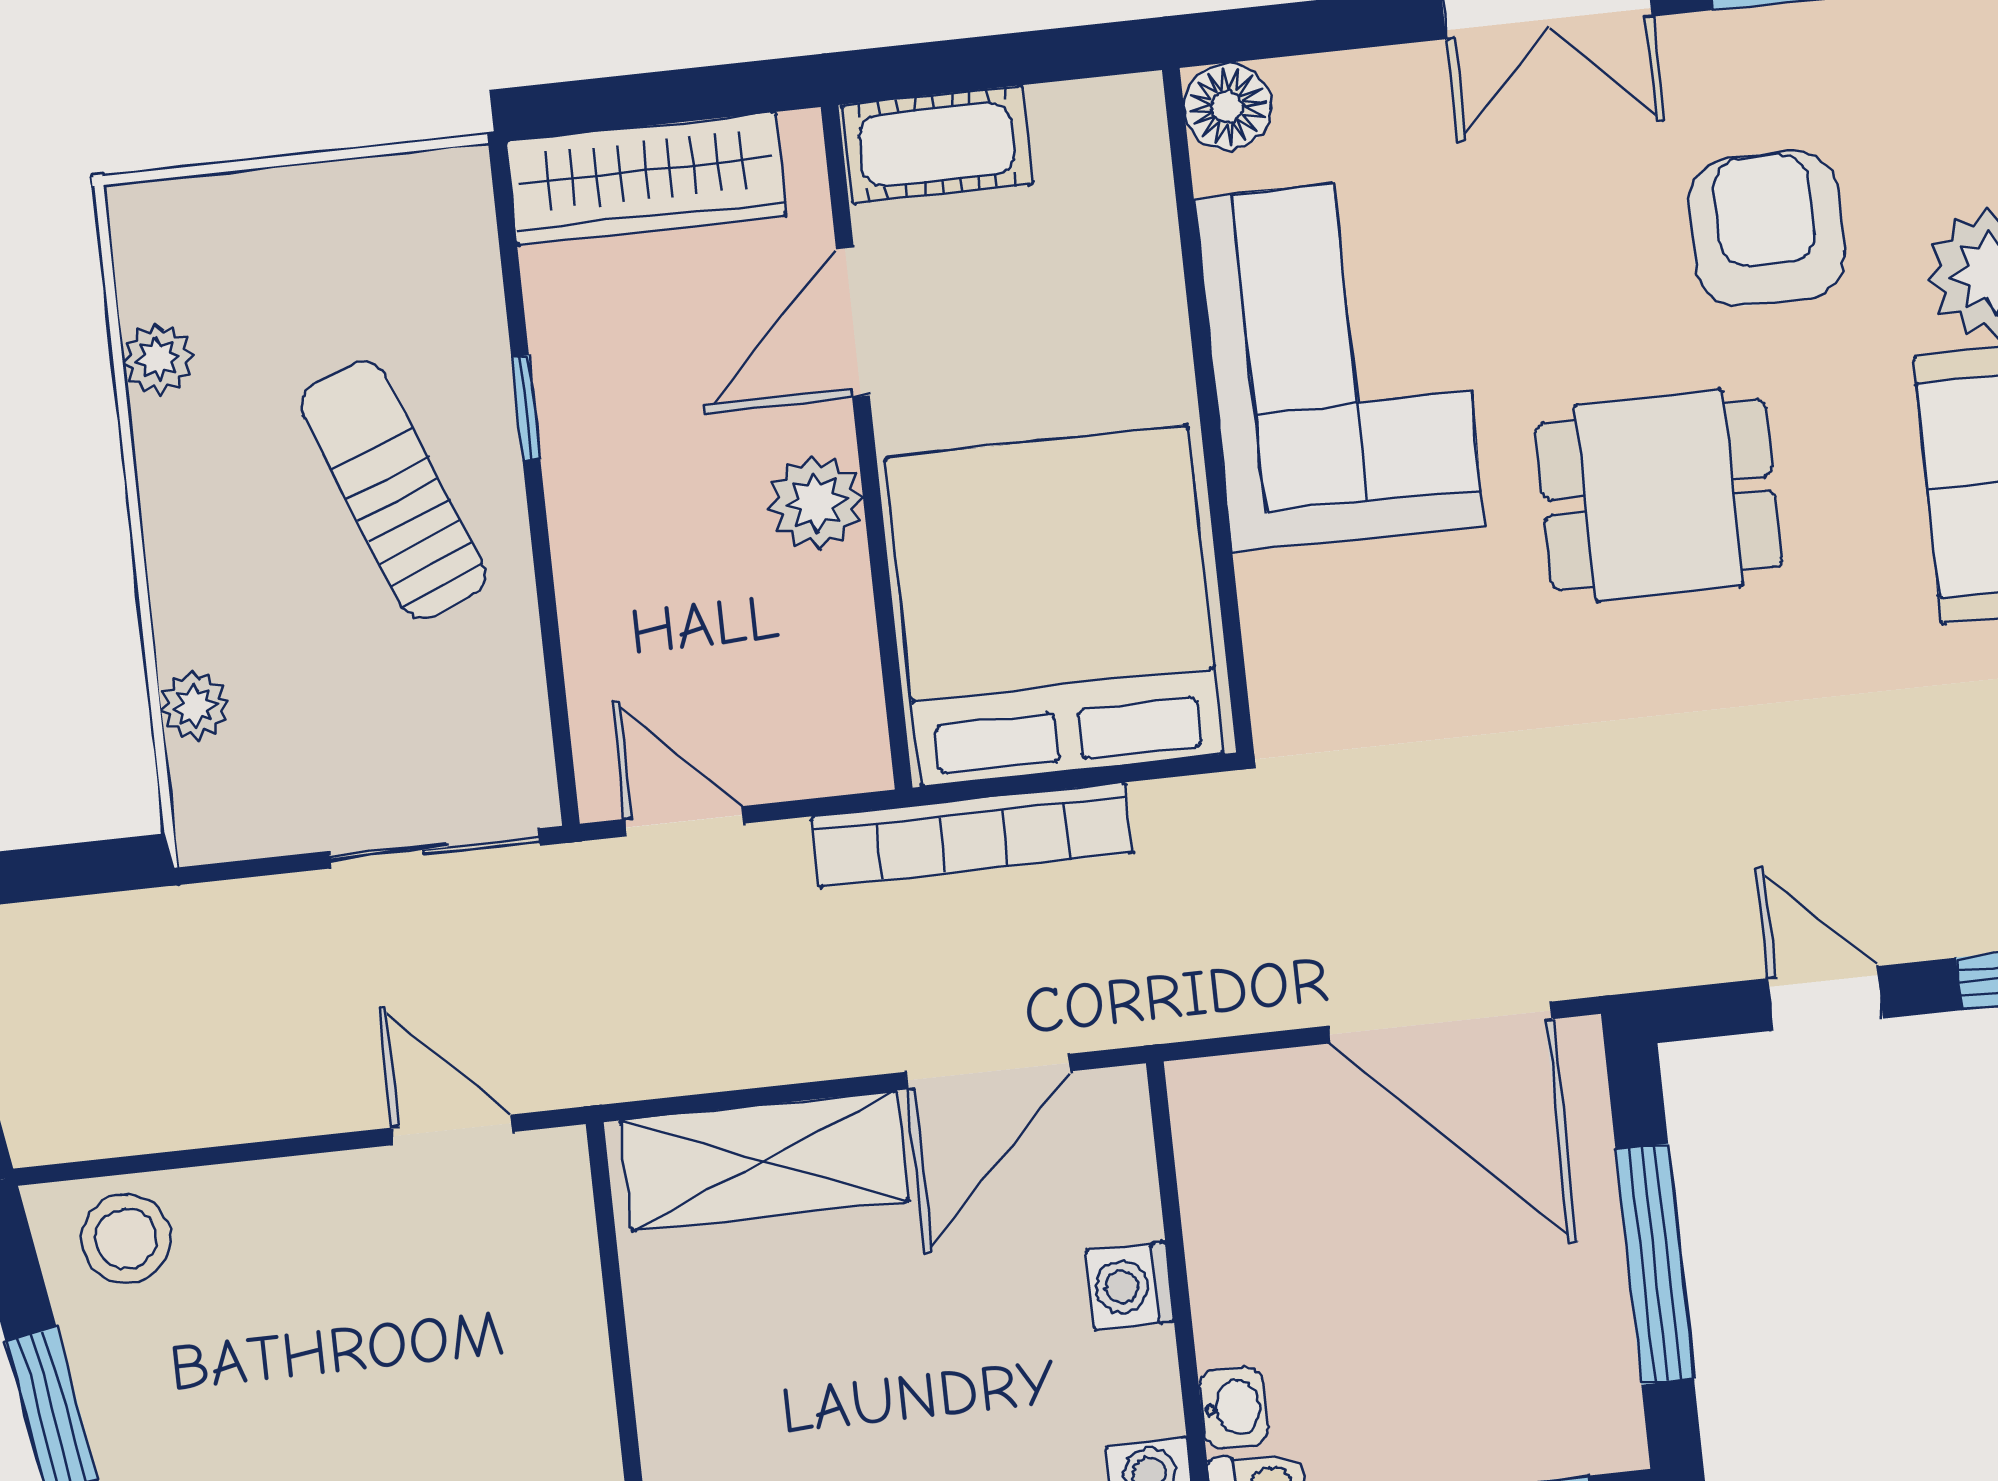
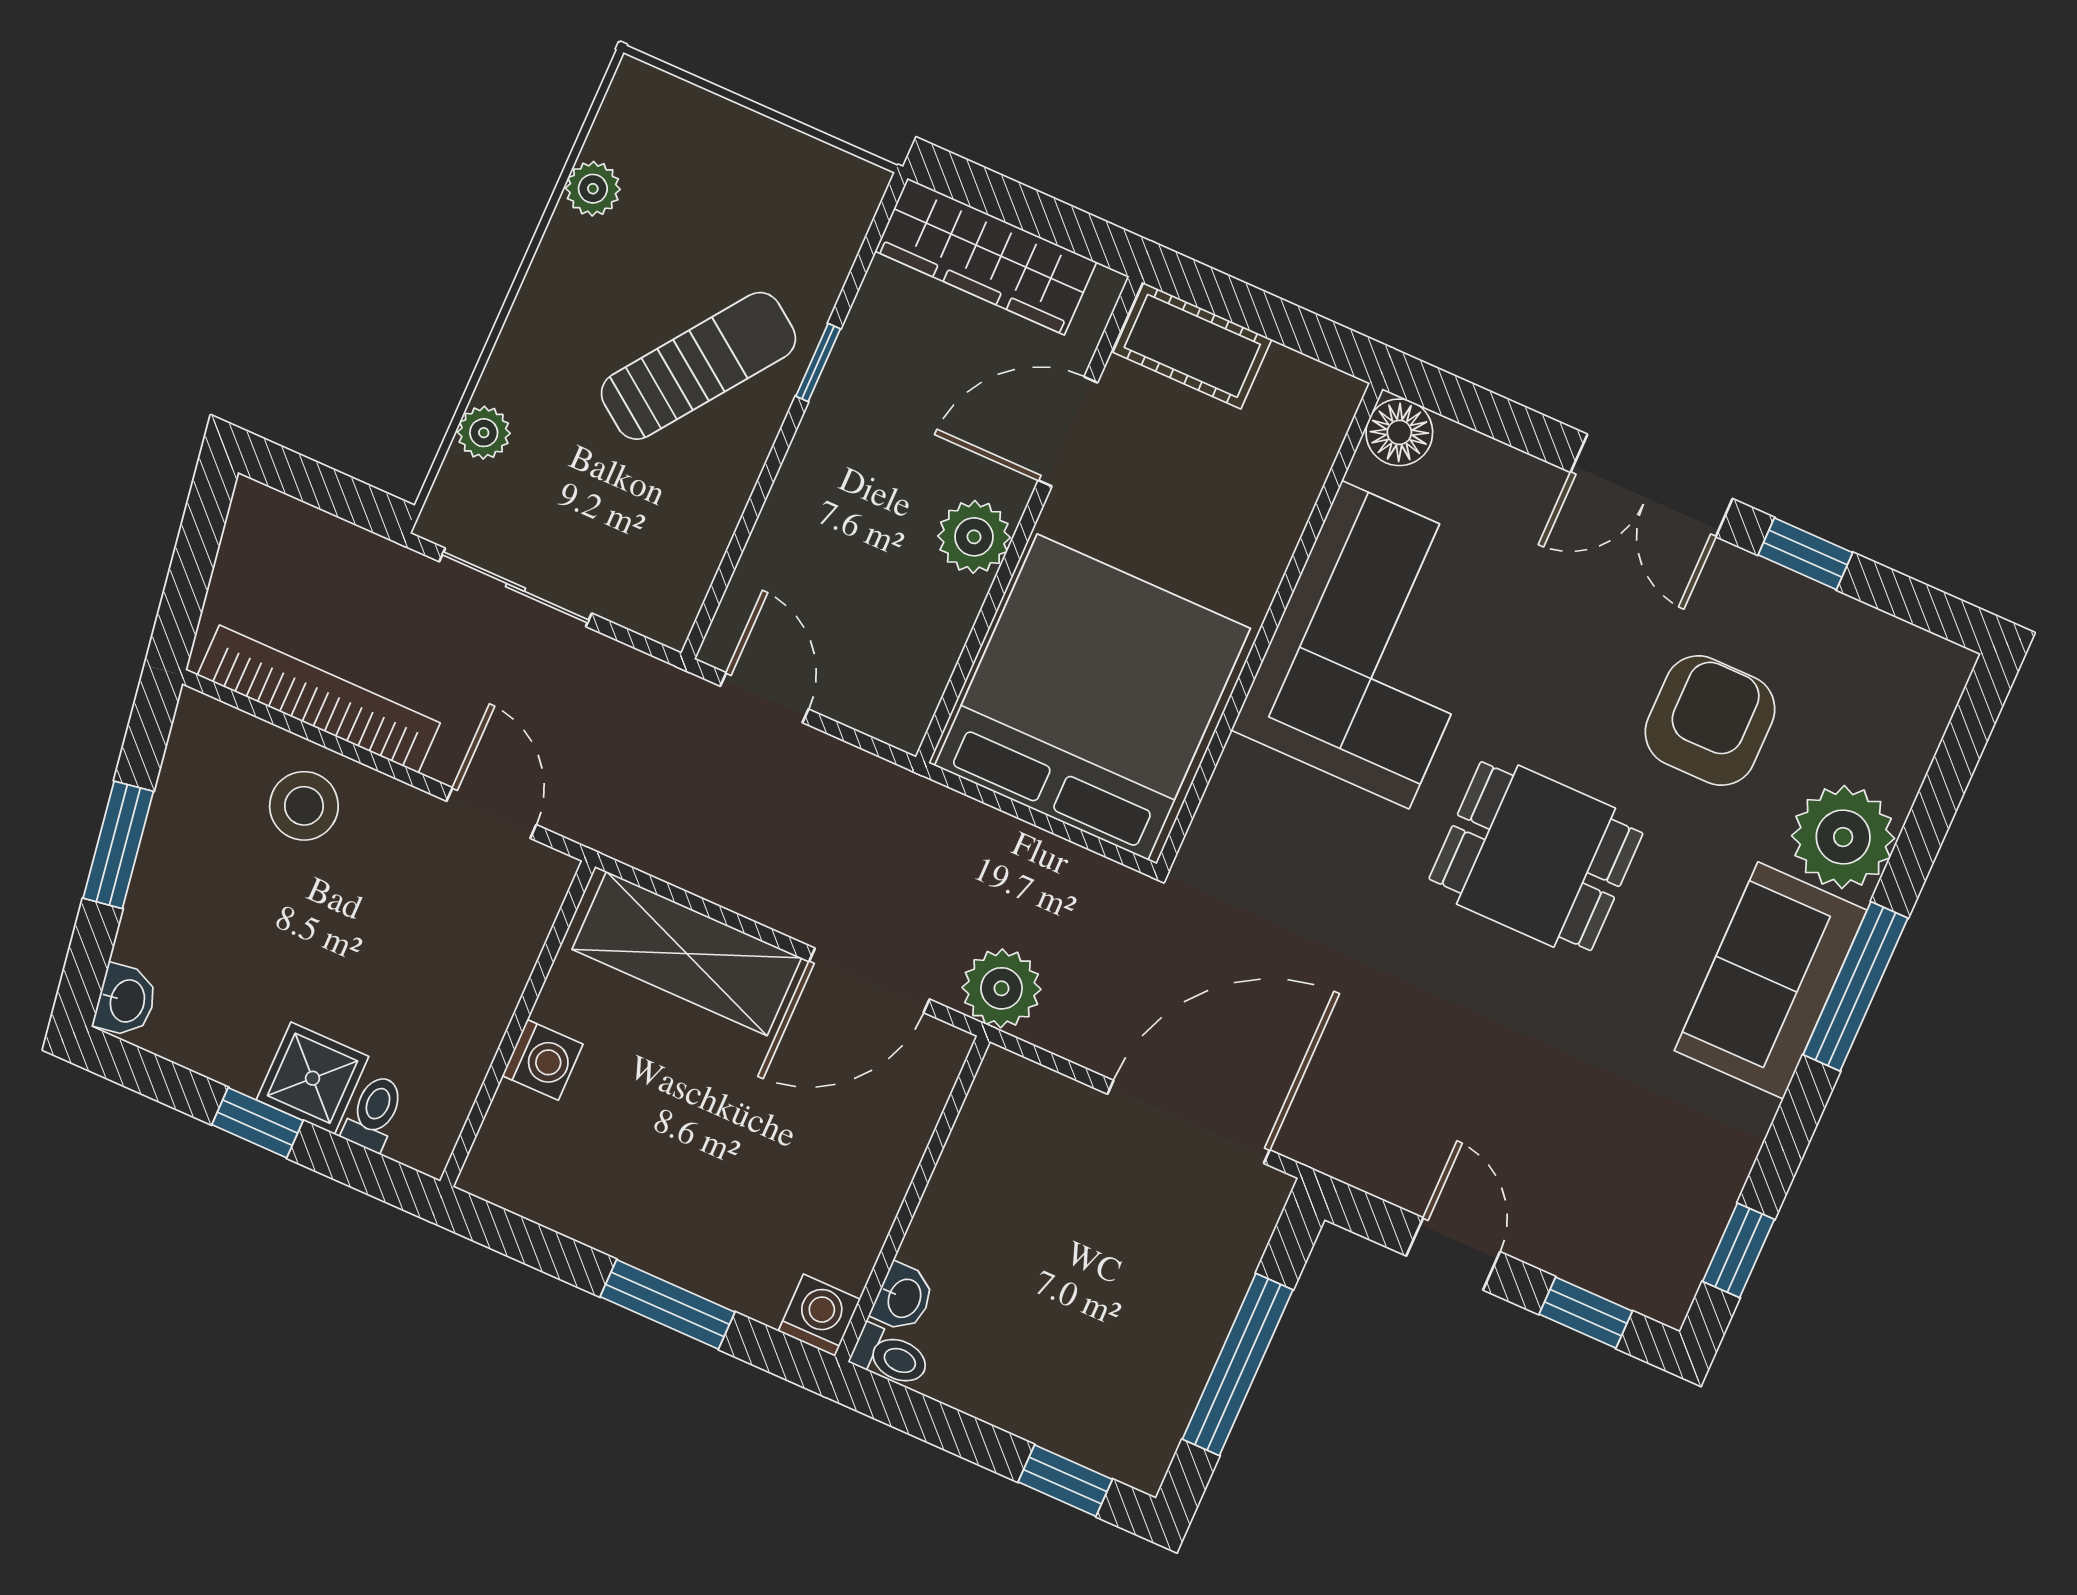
sun lounger: (393, 490) -> (698, 366), turned 57
bookcase: (972, 835) -> (319, 699), moved, turned 180
sliding door: (435, 848) -> (516, 587), moved
plant: (1142, 994) -> (1001, 988), added
door: (1441, 1022) -> (1189, 1122), swing flipped
stool: (126, 1239) -> (304, 806), moved
washing machine: (1130, 1286) -> (543, 1060), moved, turned 180

